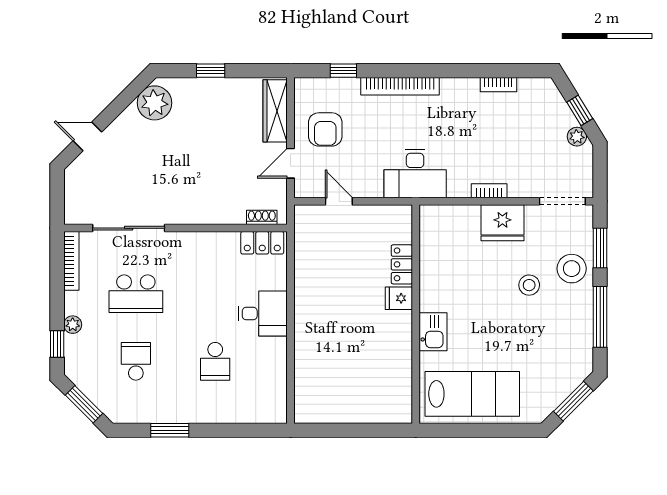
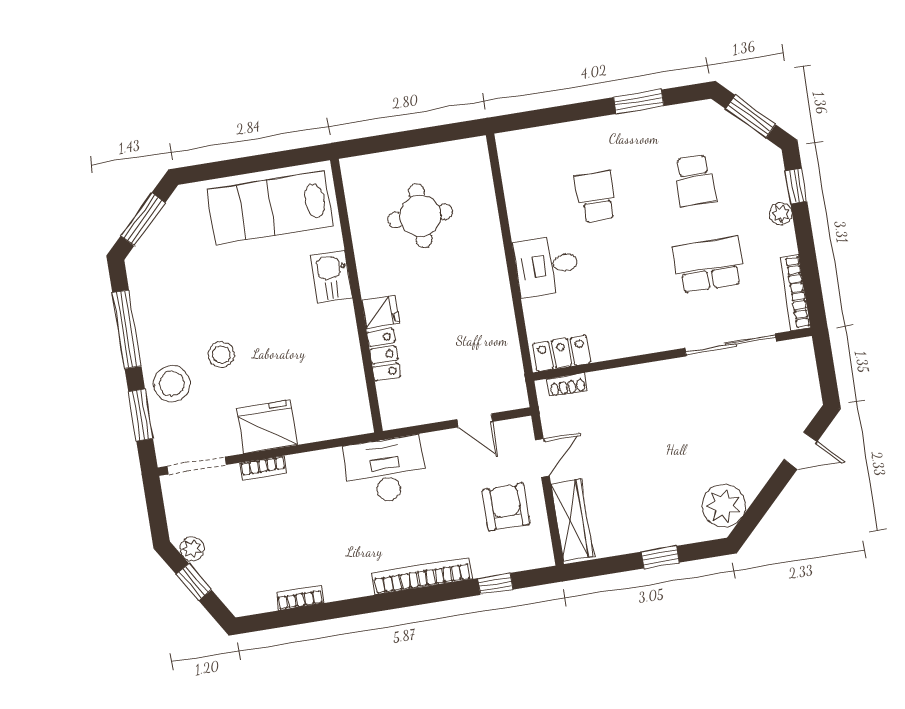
bookcase: (489, 191) -> (263, 468), moved
round table: (356, 369) -> (420, 216), added

